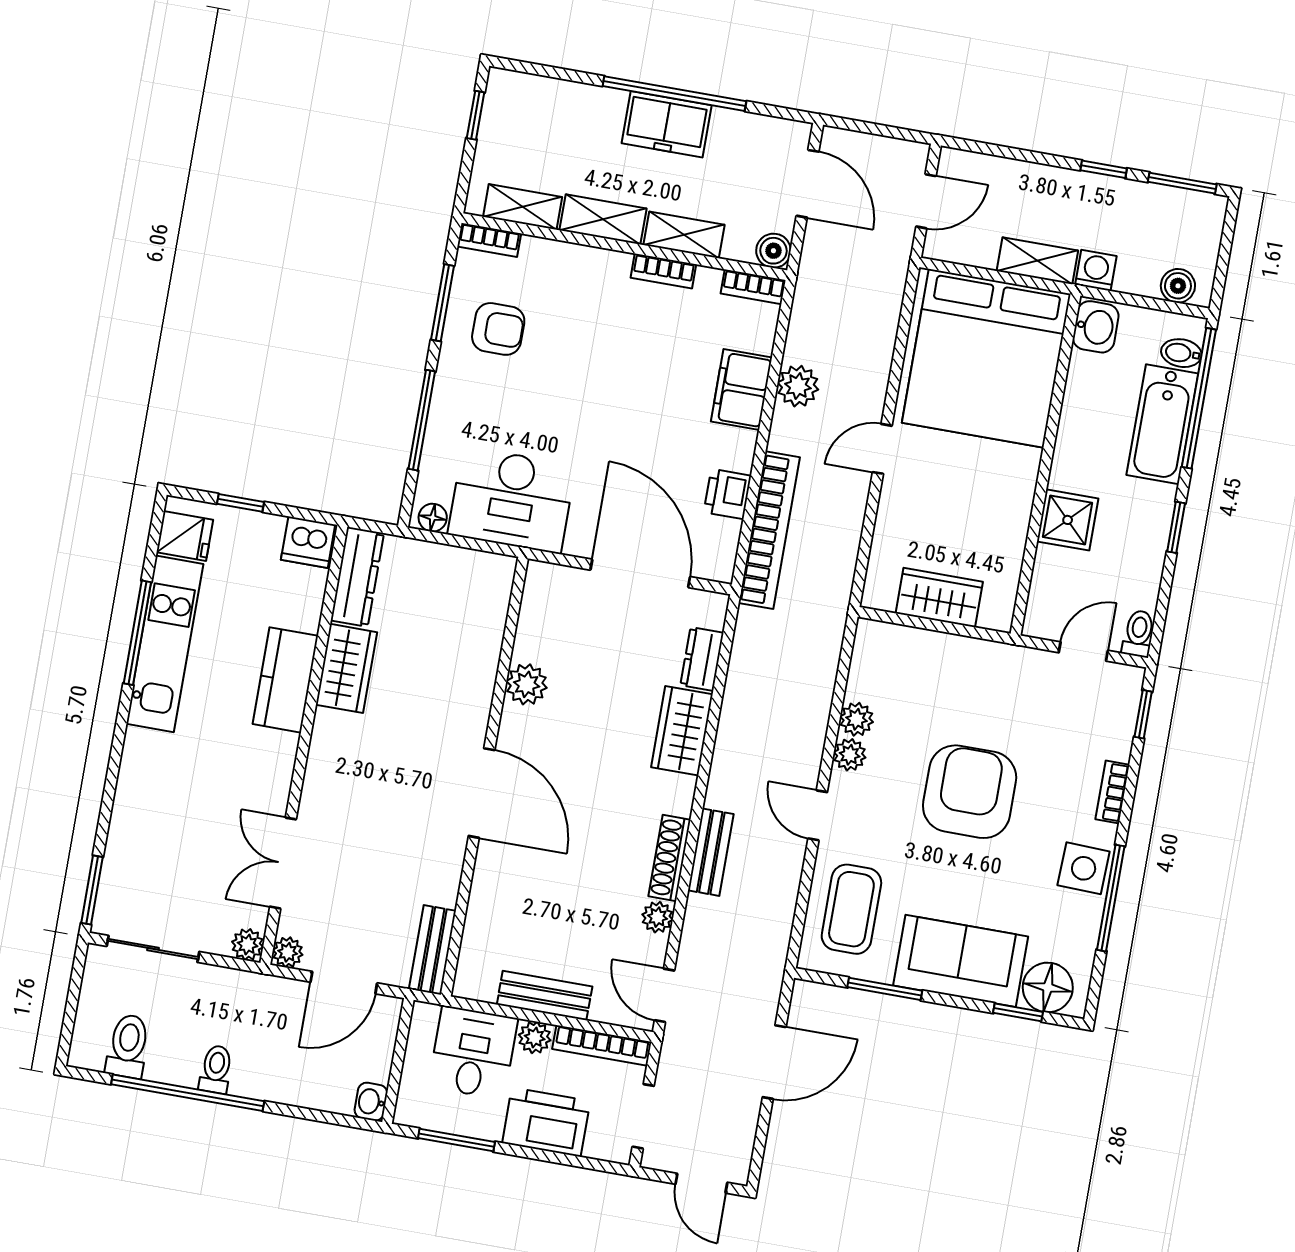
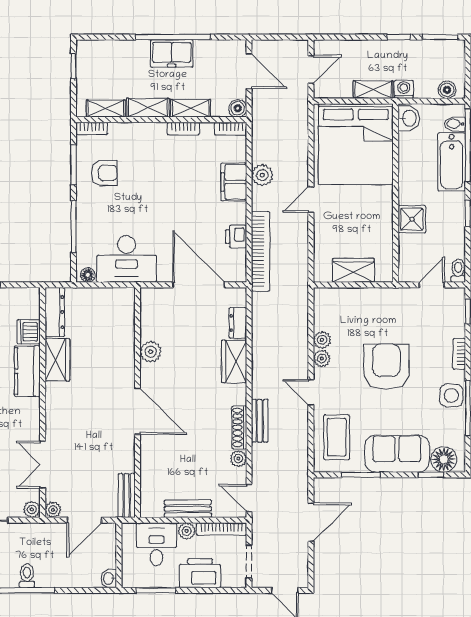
dishwasher: (308, 542) -> (29, 332), moved, turned 90

